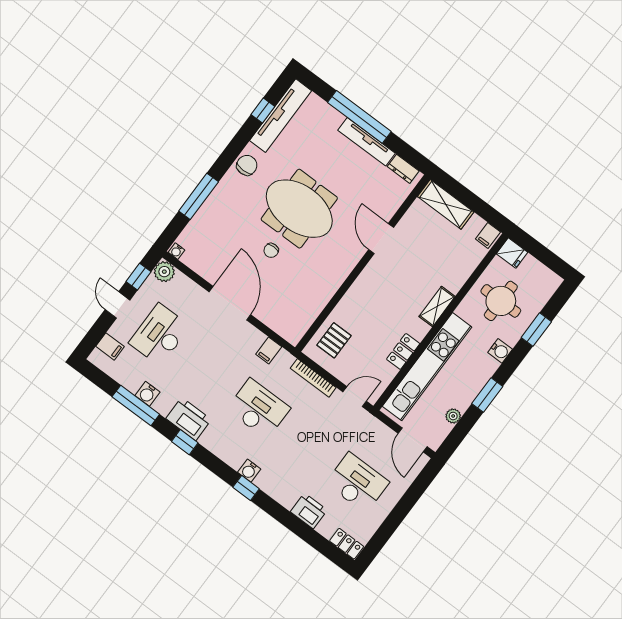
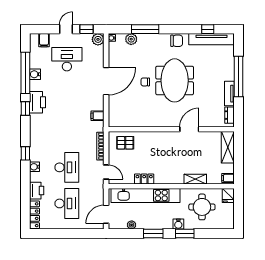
tv unit: (367, 142) -> (229, 94), width x0.71
plant: (198, 226) -> (131, 39), added
shelving: (437, 306) -> (195, 179), moved
window: (536, 330) -> (185, 234), moved
window: (136, 406) -> (25, 73), width x1.46
desk: (258, 409) -> (67, 167), moved
water cooler: (249, 471) -> (35, 167), moved
locker: (347, 544) -> (35, 215), width x1.53

